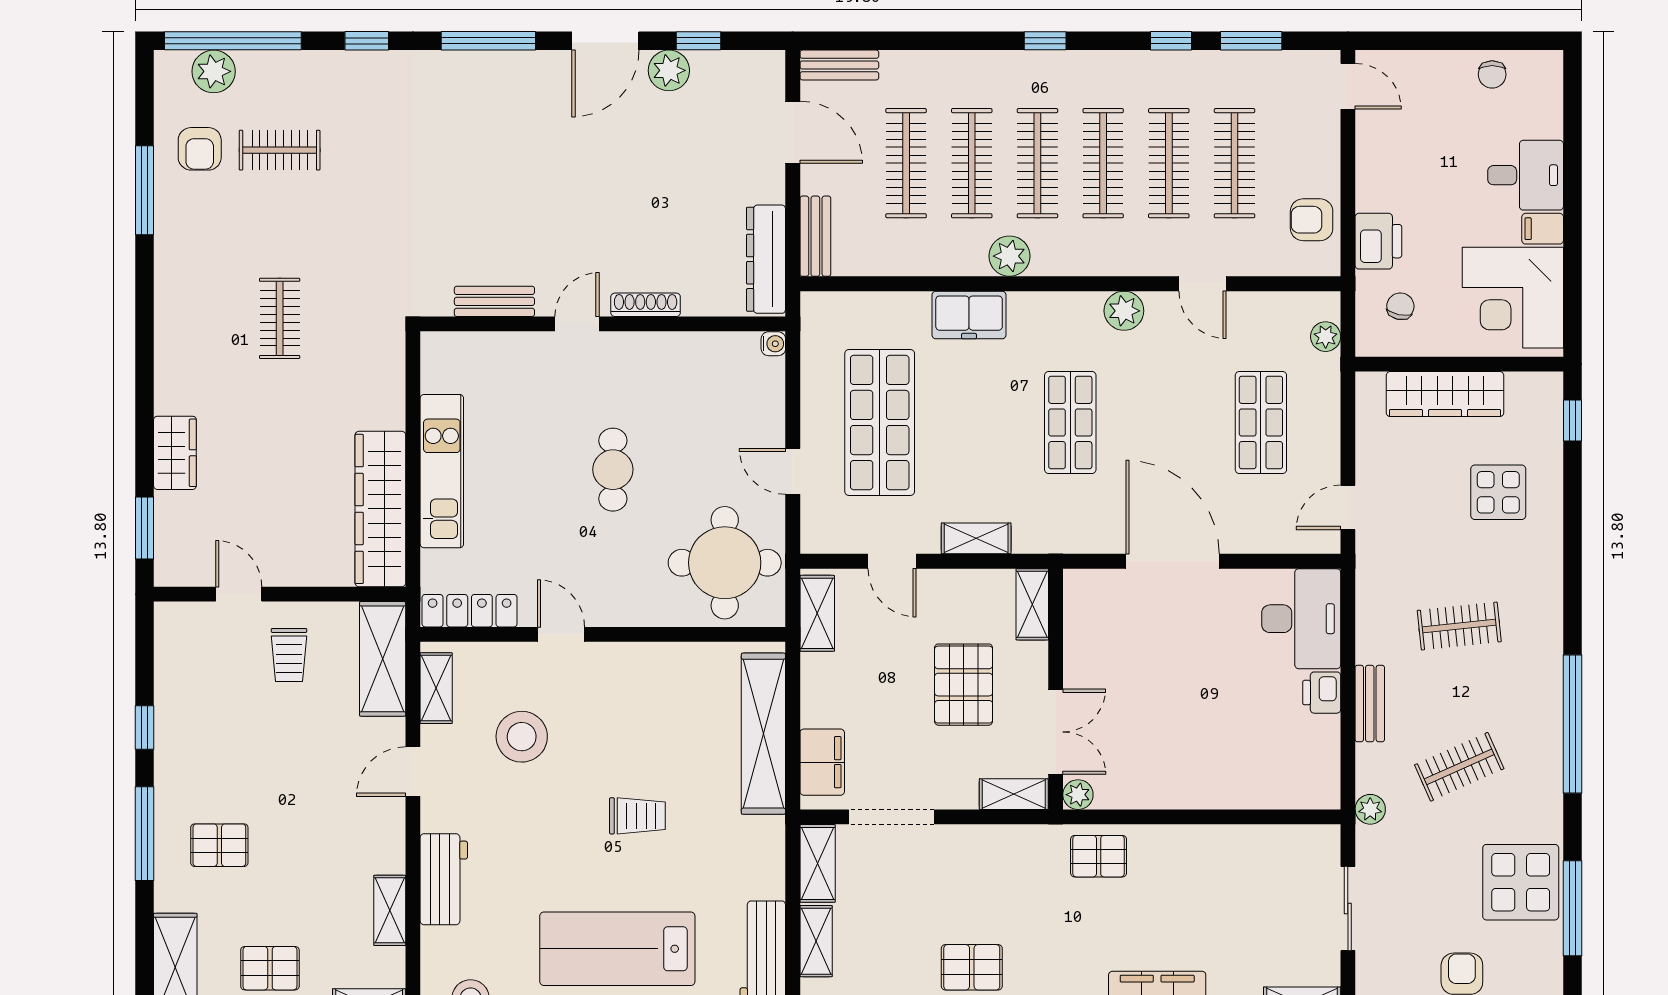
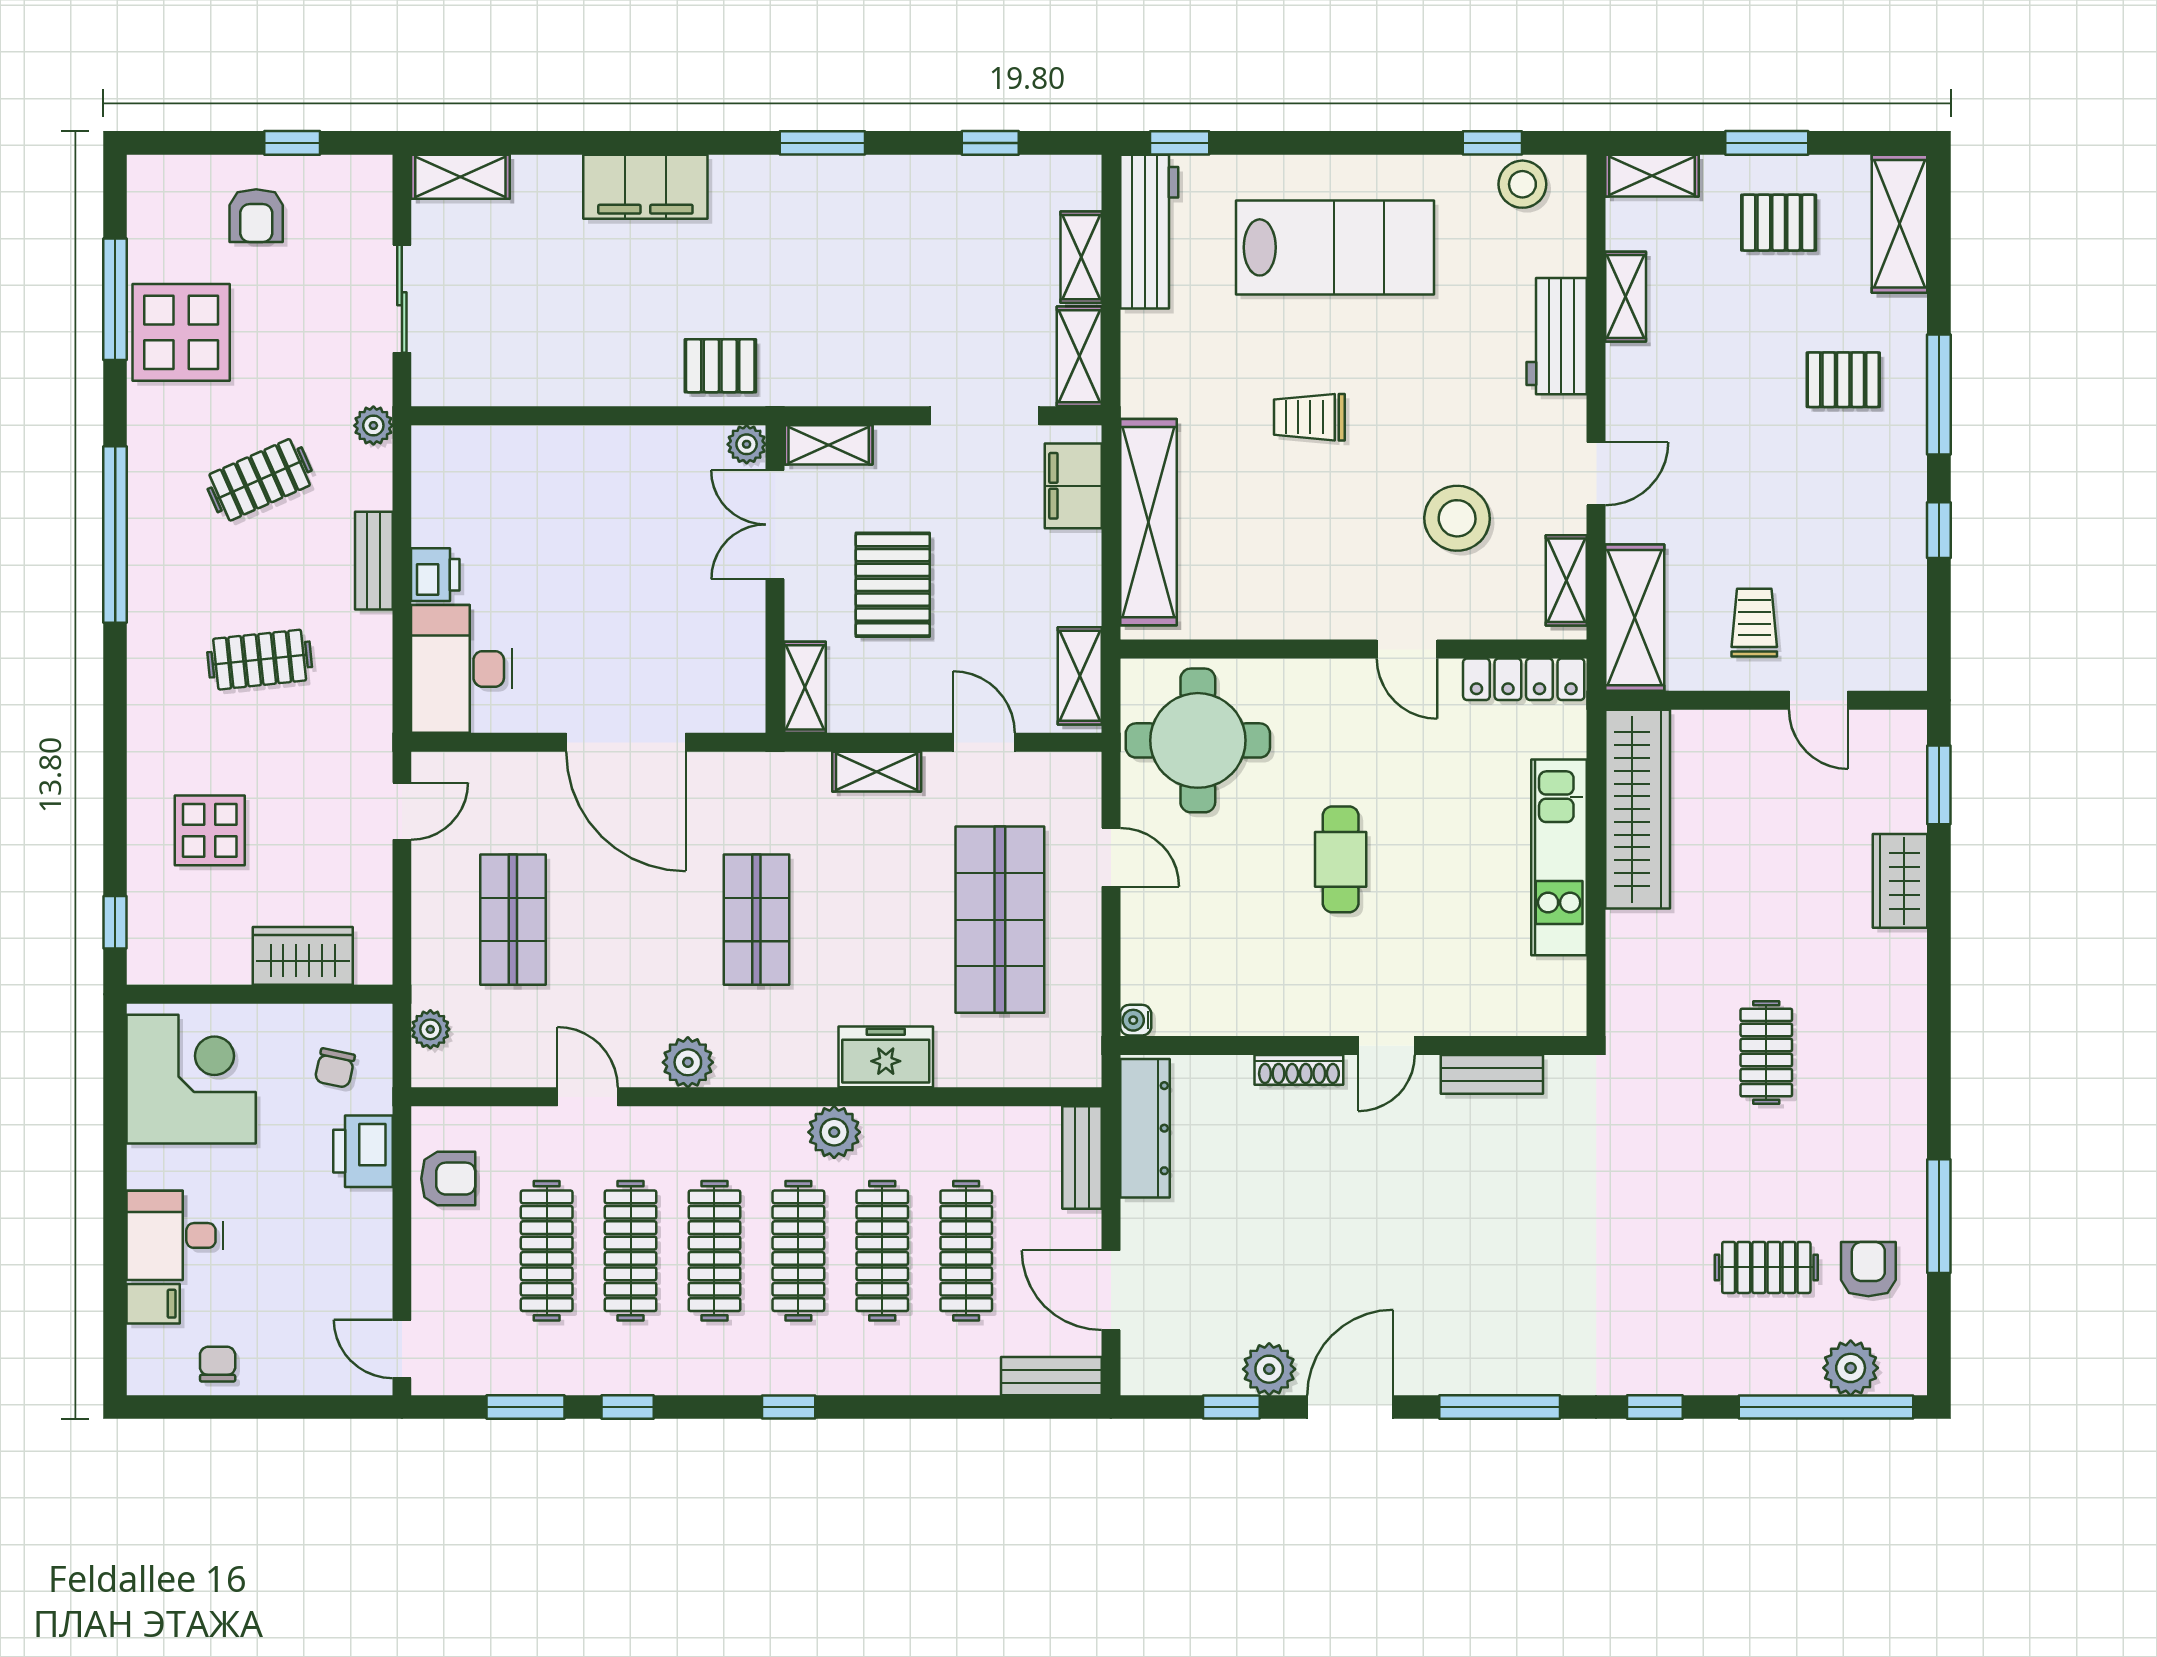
filing cabinet: (1543, 229) -> (153, 1304), moved
wardrobe: (1445, 394) -> (303, 956), width x0.67
pallet: (972, 967) -> (882, 224), removed

